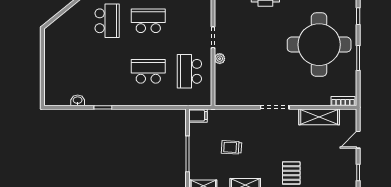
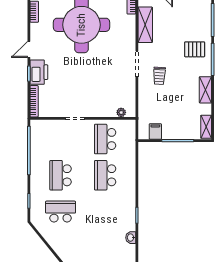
plant: (220, 59) -> (121, 112), moved
school desk: (189, 71) -> (105, 139), turned 90
filing cabinet: (198, 116) -> (155, 131), moved
trolley: (231, 147) -> (159, 76), moved

